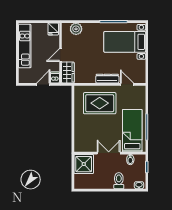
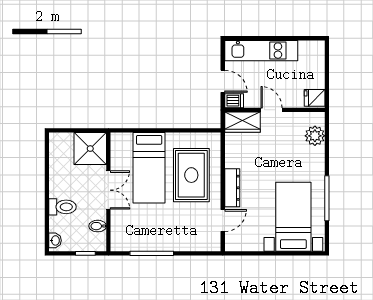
kitchen unit: (25, 46) -> (261, 51), moved
bed: (132, 131) -> (149, 168), moved, turned 90

